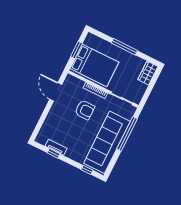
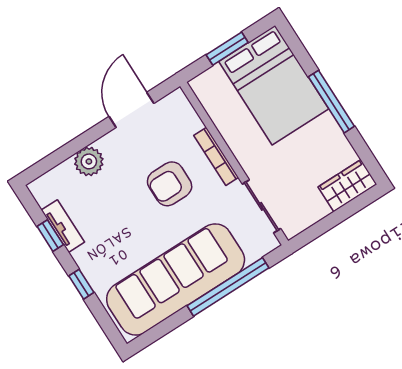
bed: (94, 65) -> (274, 85), moved
armchair: (85, 110) -> (170, 184), turned 90
plant: (52, 119) -> (89, 161), added
window: (87, 170) -> (81, 284), moved

